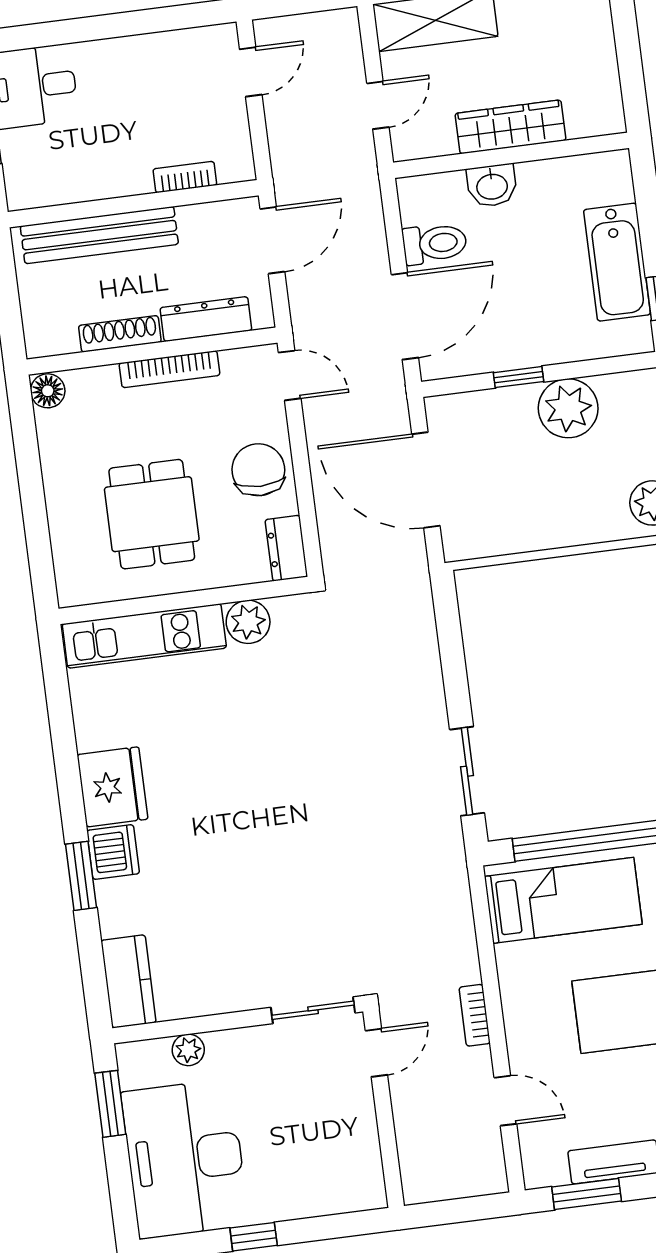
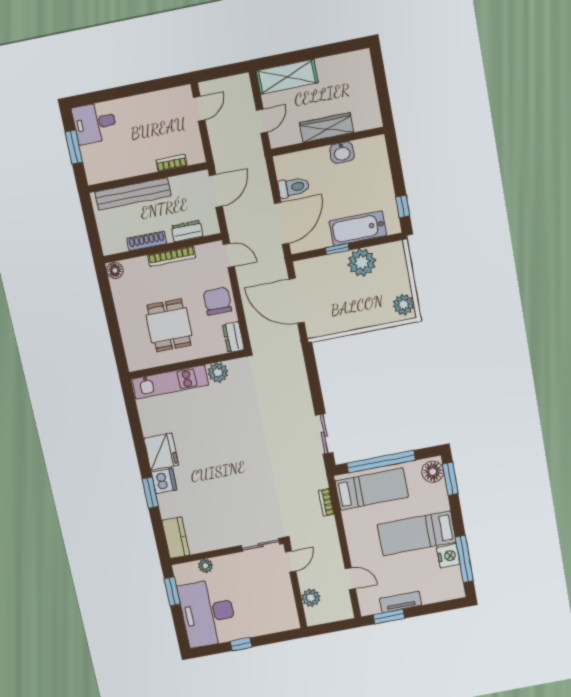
washbasin: (492, 186) -> (342, 153), moved
bathtub: (617, 262) -> (358, 228), moved, turned 90
dresser: (206, 319) -> (187, 231), width x0.70
bookcase: (475, 1015) -> (326, 502), moved
plant: (416, 1139) -> (311, 598), added

